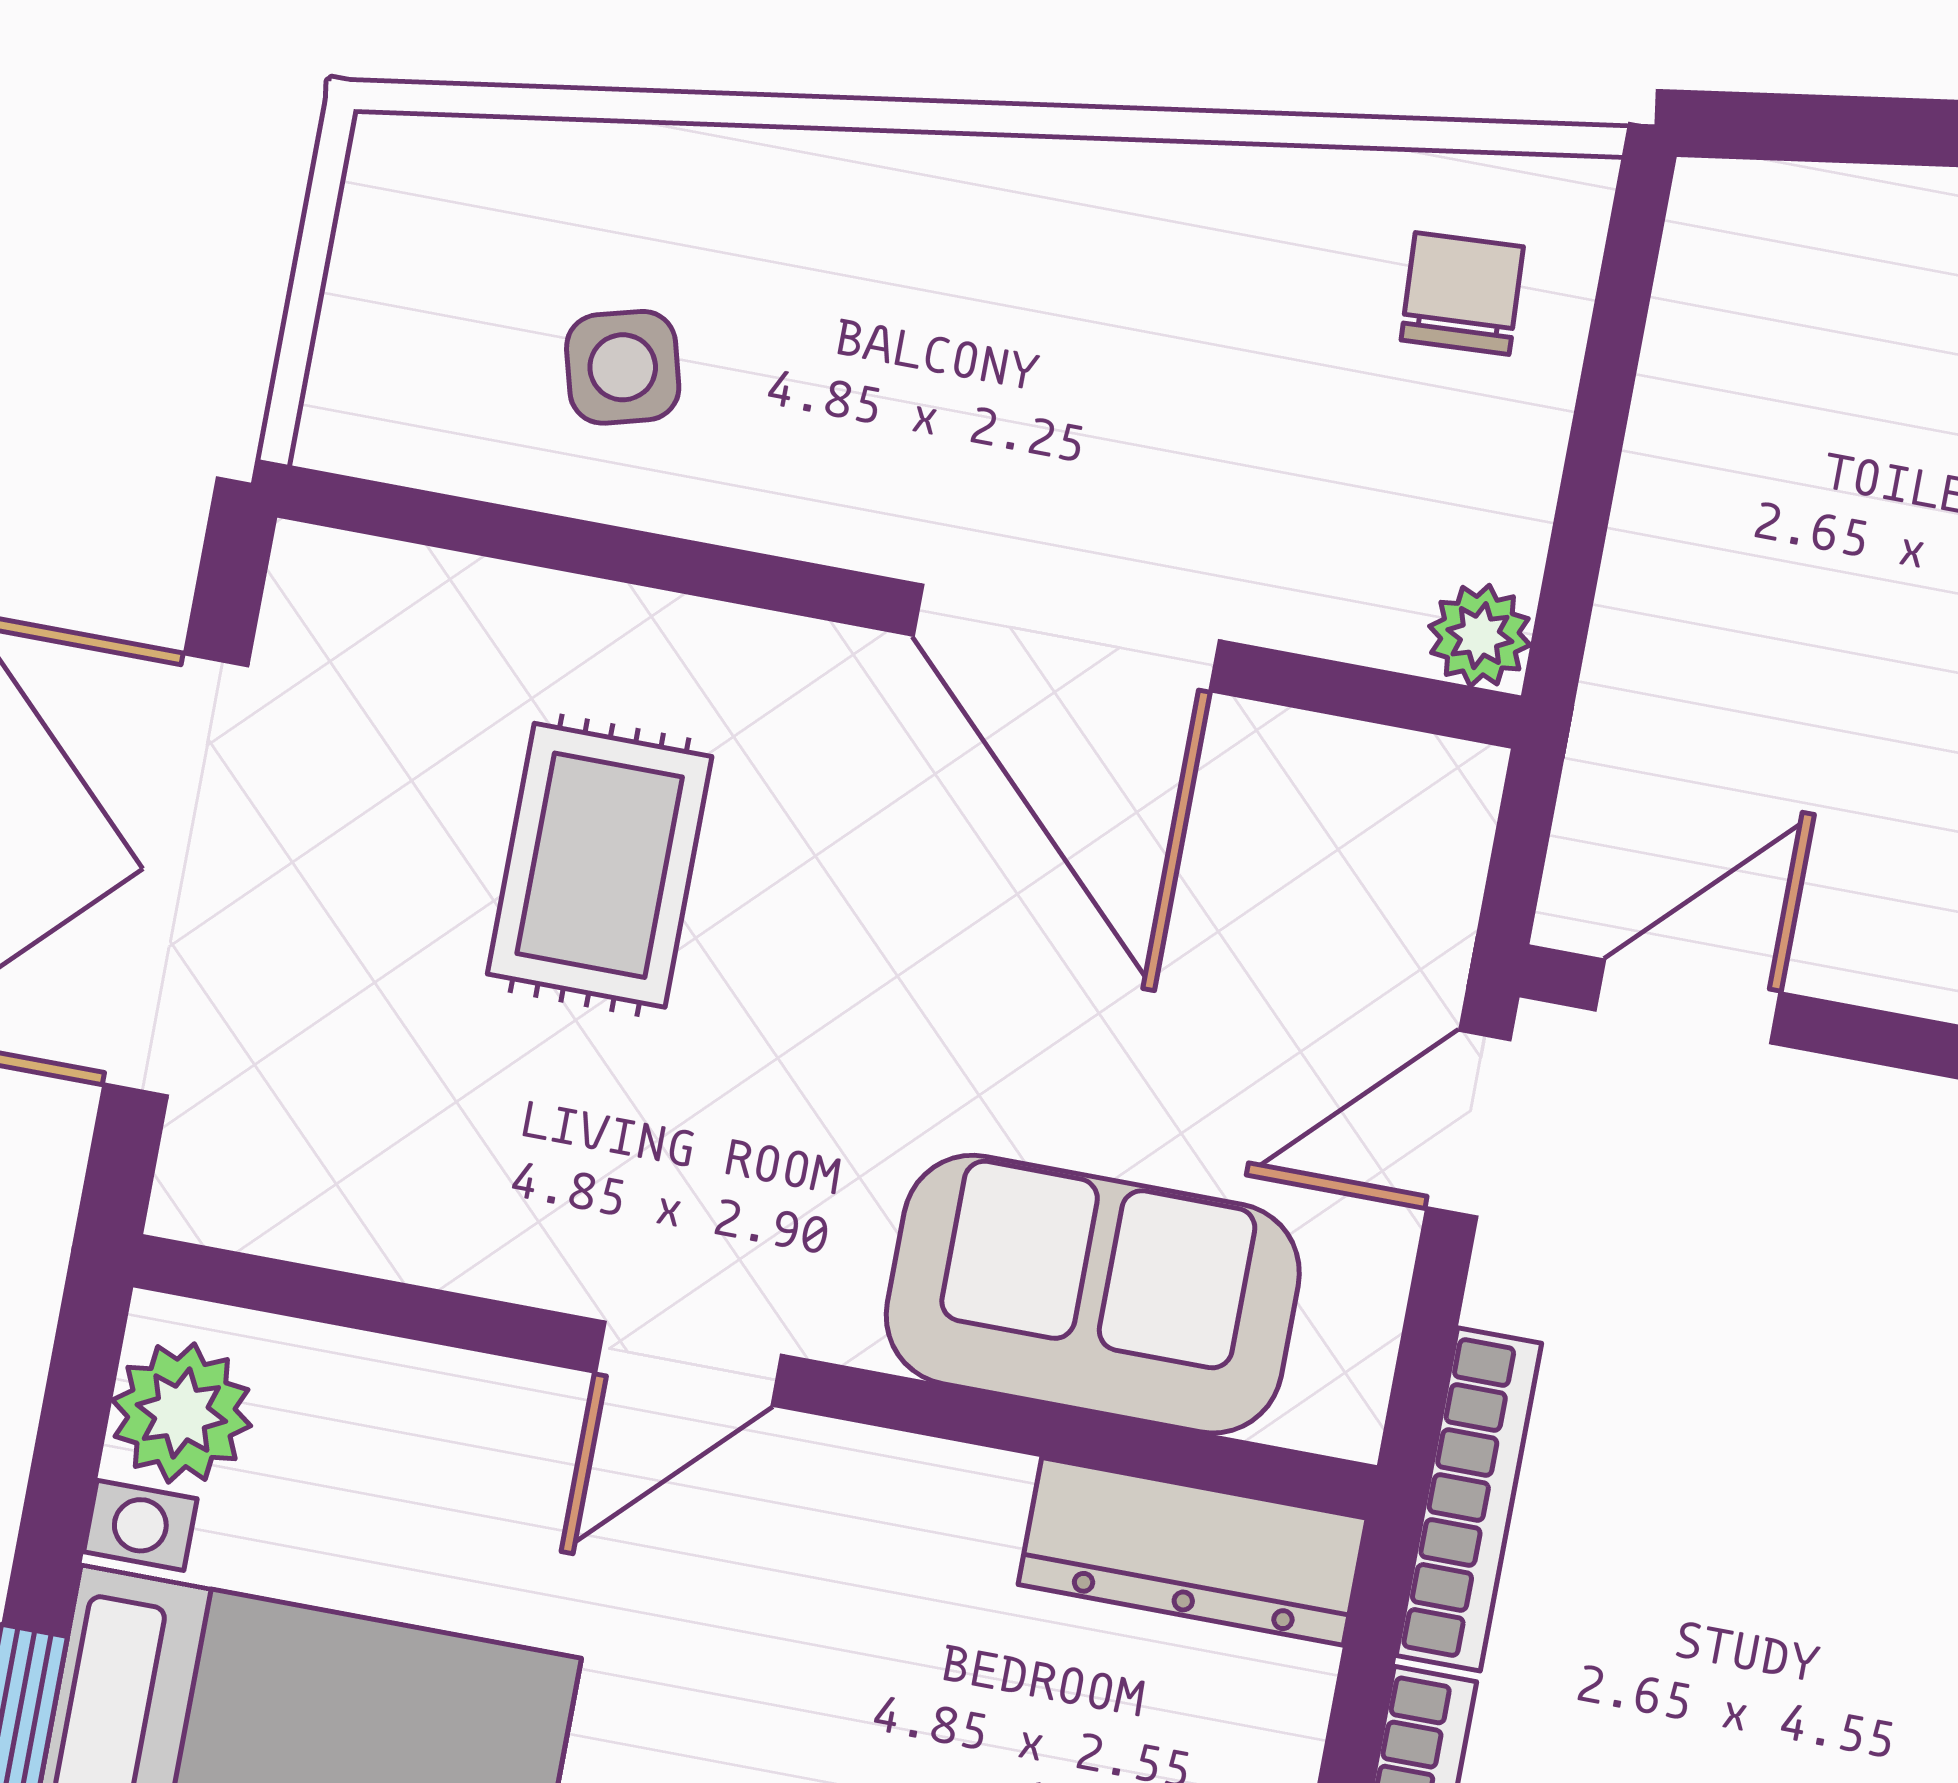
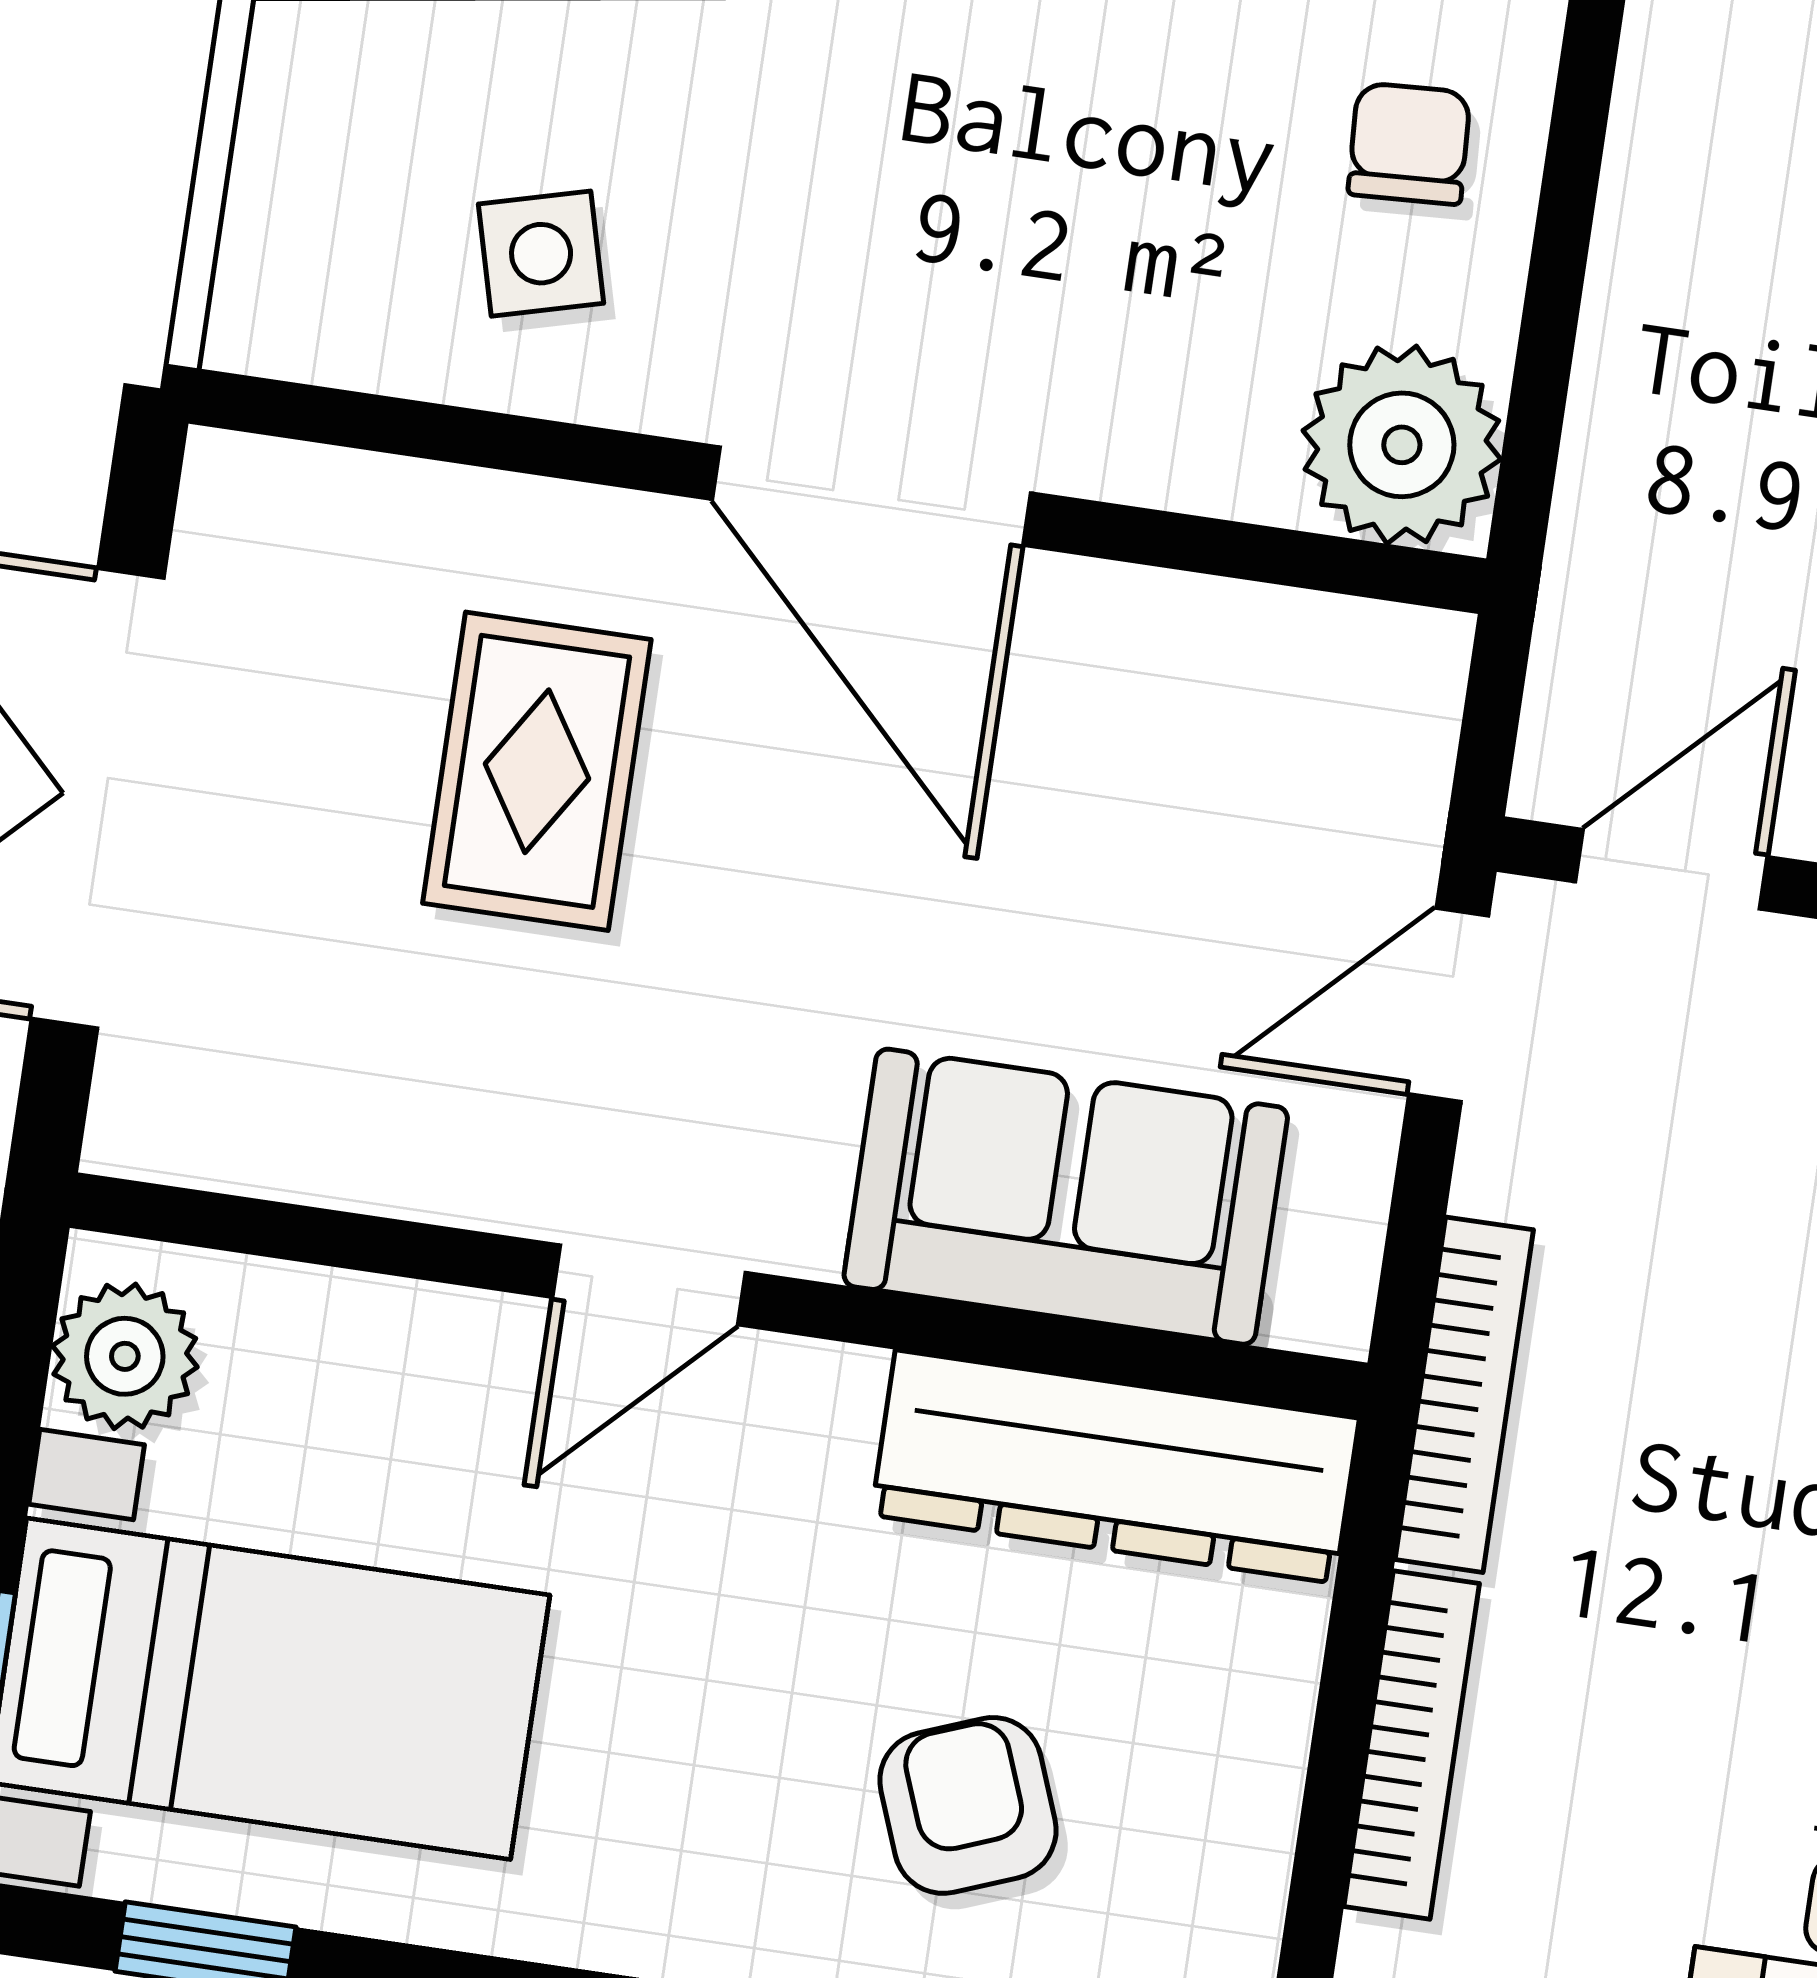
plant: (1480, 636) -> (1402, 445), width x1.87, depth x1.87
door: (1066, 638) -> (871, 496), moved
dresser: (1193, 1551) -> (1115, 1467), width x1.37, depth x1.24

